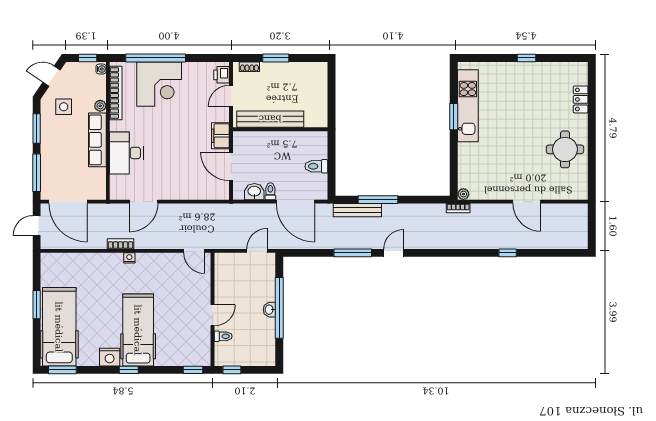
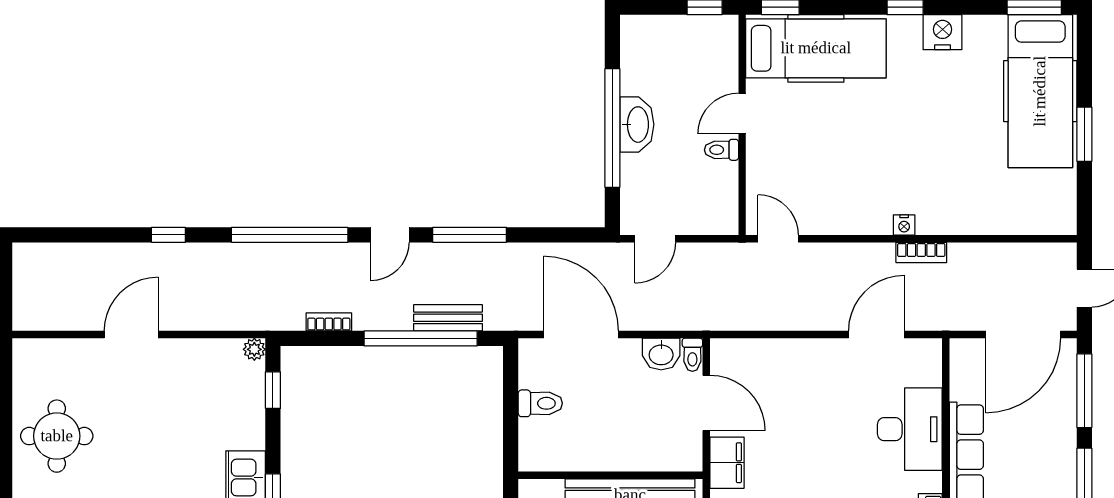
window: (454, 173) -> (273, 390), added
toilet: (270, 191) -> (692, 355), moved
window: (378, 200) -> (421, 338), width x1.46
door: (68, 202) -> (1023, 335), swing flipped
door: (527, 202) -> (131, 335), hinge flipped
bookcase: (458, 208) -> (329, 322), moved
bench: (357, 210) -> (448, 318), width x0.73
window: (445, 253) -> (290, 235), added
washbasin: (269, 310) -> (637, 125), width x1.91, depth x1.45
hospital bed: (138, 330) -> (816, 48), moved, turned -90
toilet: (223, 336) -> (721, 150), moved

